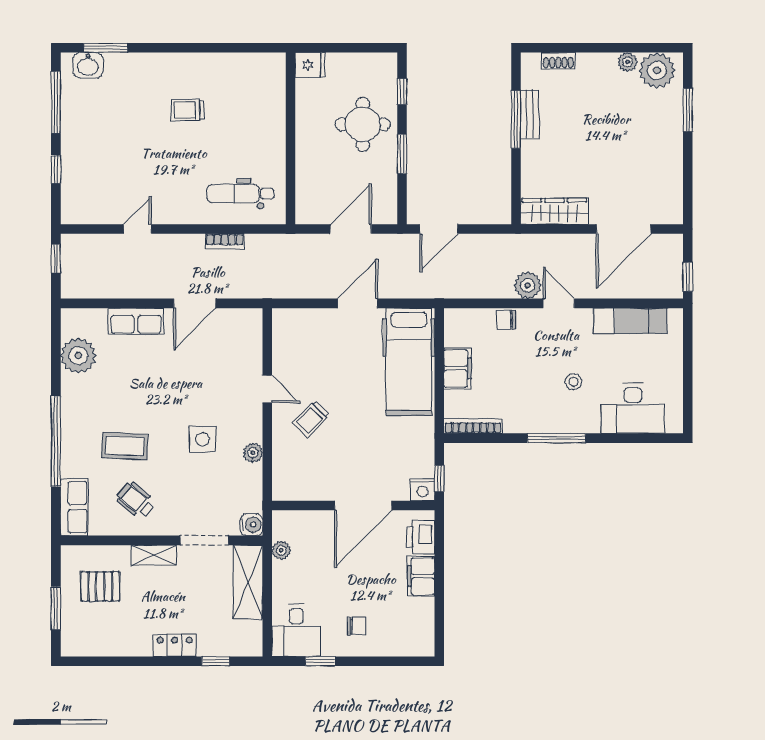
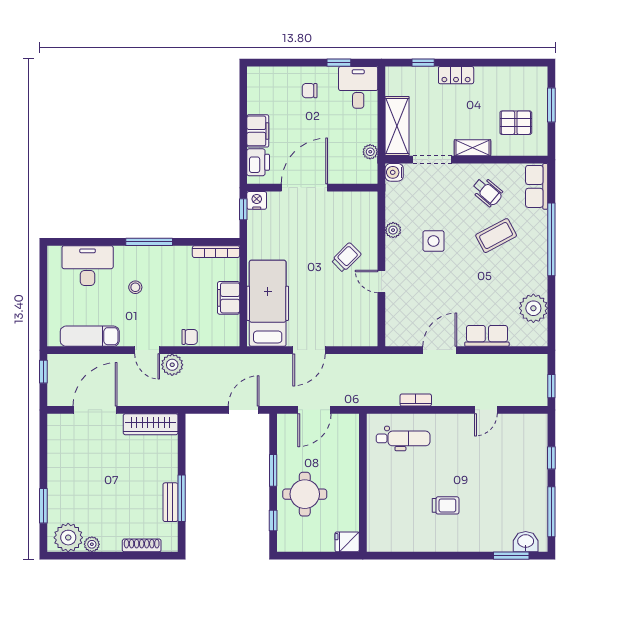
shoe rack: (558, 61) -> (142, 545), width x1.43
coffee table: (125, 446) -> (496, 236), turned -31

